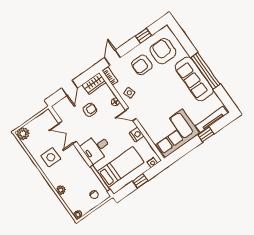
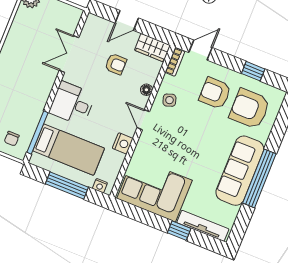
armchair: (163, 51) -> (250, 109), turned -90
side table: (51, 157) -> (24, 53), removed
window: (140, 181) -> (67, 186), width x2.17

